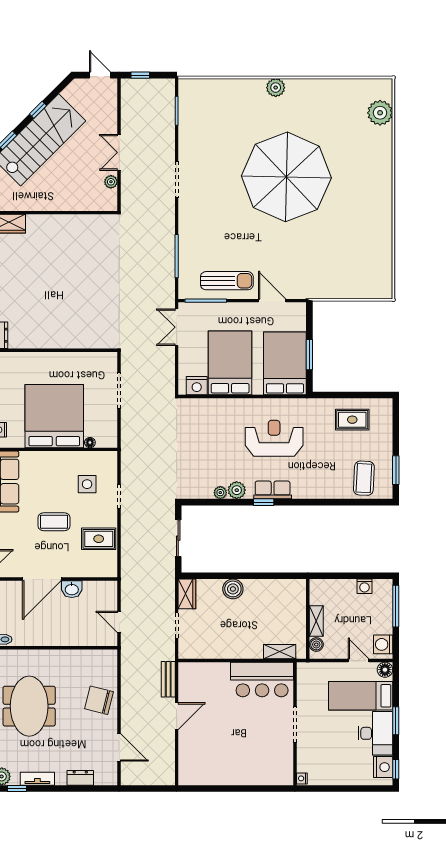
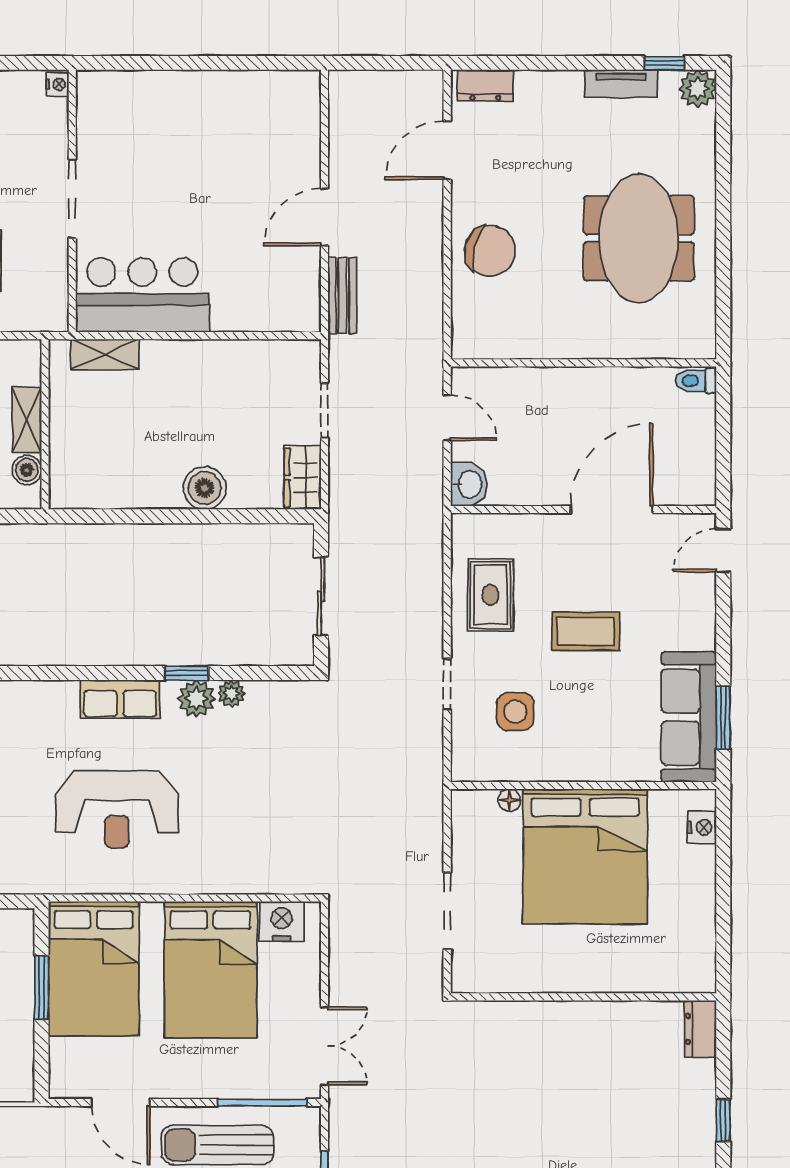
window: (264, 502) -> (187, 673), moved
rug: (99, 539) -> (491, 595), turned 90
washbasin: (72, 589) -> (469, 484), moved, turned 90
boiler: (316, 644) -> (27, 470), moved
door: (119, 747) -> (447, 150), hinge flipped
dresser: (80, 778) -> (485, 85), moved

